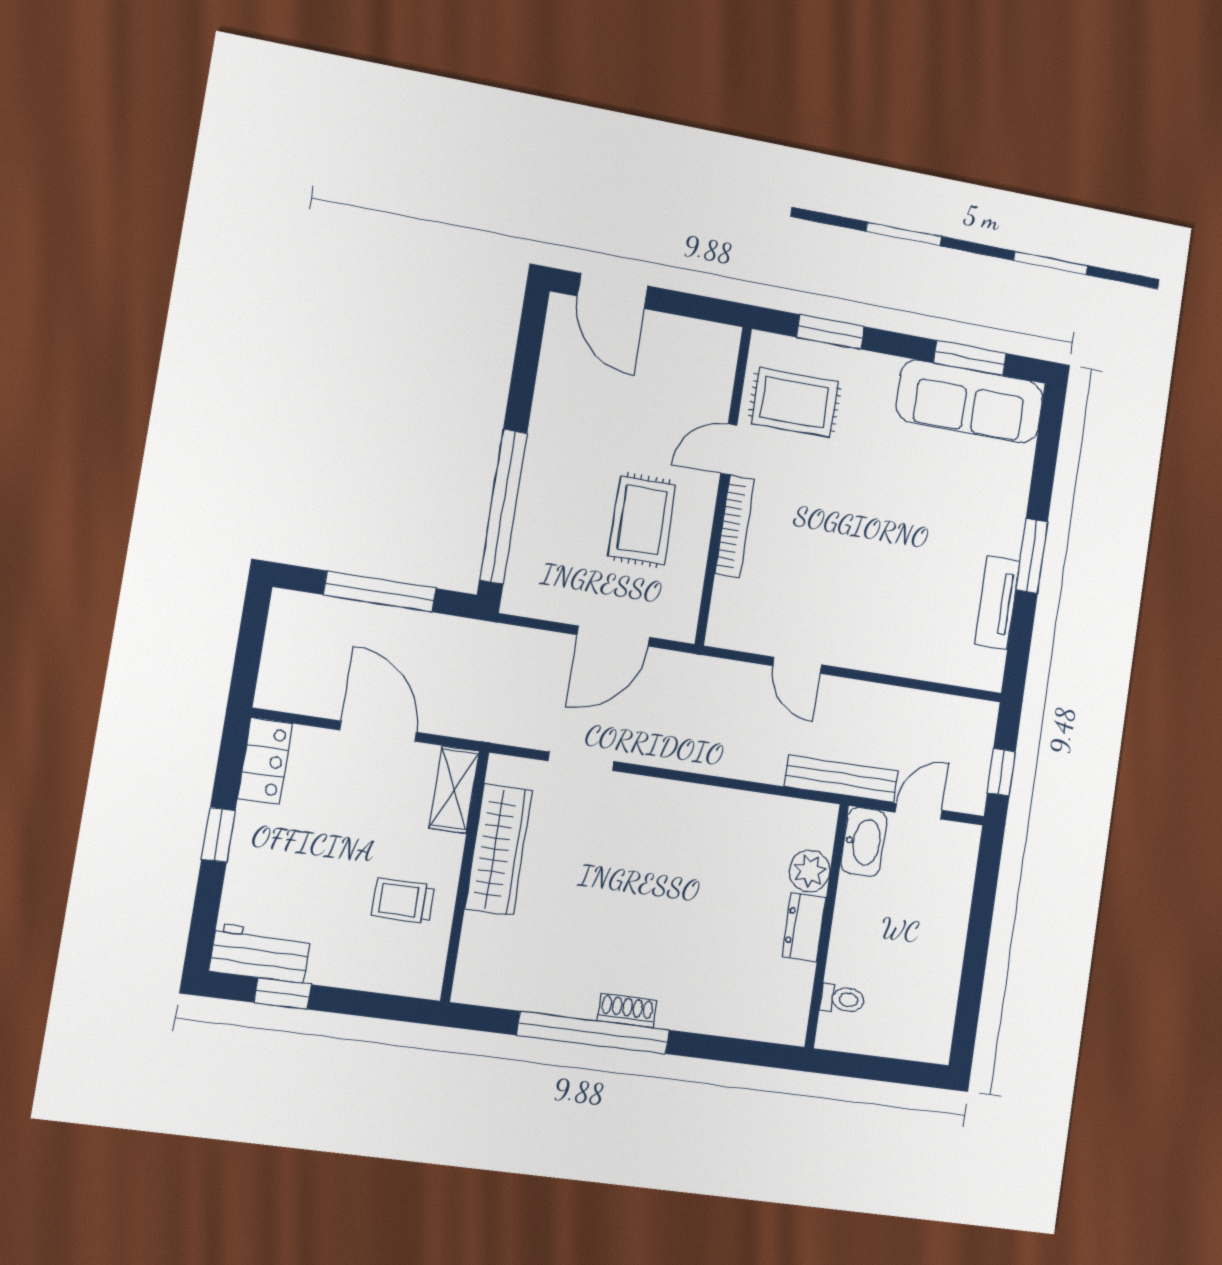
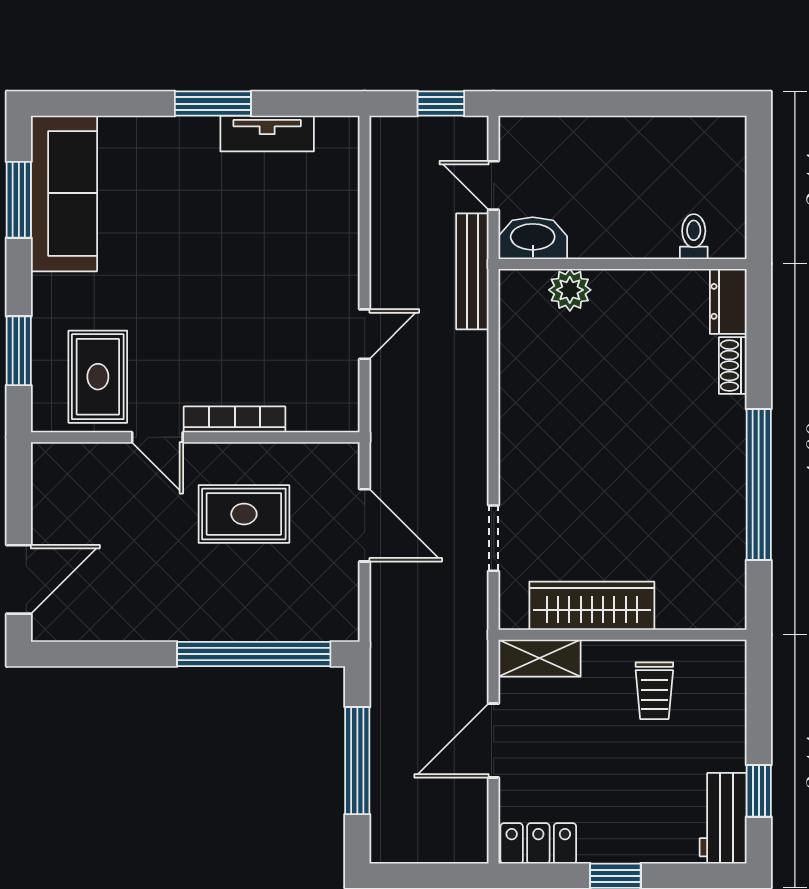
dresser: (804, 927) -> (728, 301), moved, turned 90
shoe rack: (627, 1010) -> (733, 366), moved

